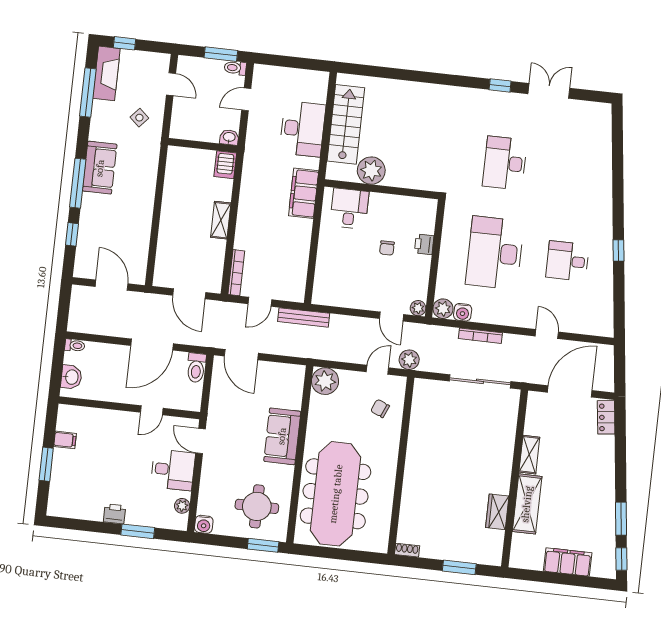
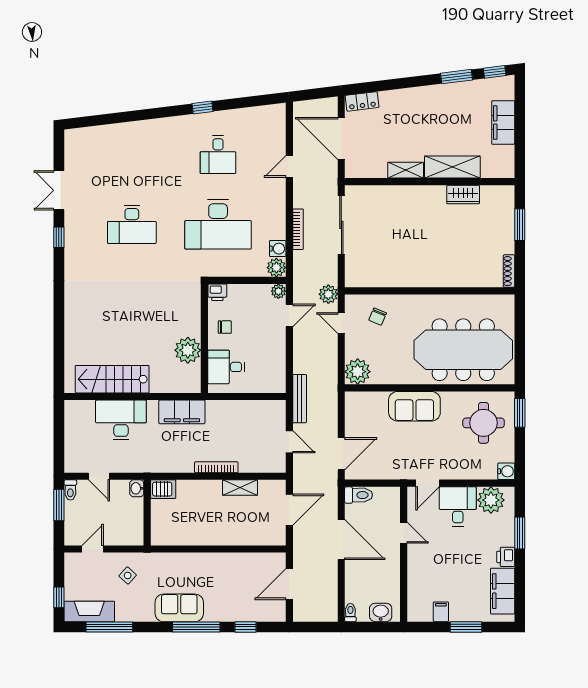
plant: (371, 171) -> (188, 350), moved
wall: (382, 189) -> (204, 338), moved
desk: (349, 209) -> (226, 367), moved
shelving: (221, 220) -> (240, 488), moved
bookcase: (236, 273) -> (216, 467), moved
plant: (182, 506) -> (491, 500), width x1.88, depth x1.88
filing cabinet: (79, 507) -> (503, 591), added
shoe rack: (407, 550) -> (509, 271), width x1.43

